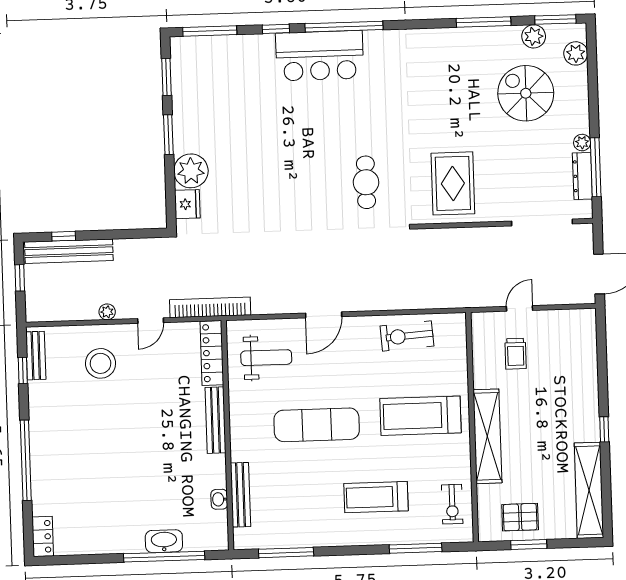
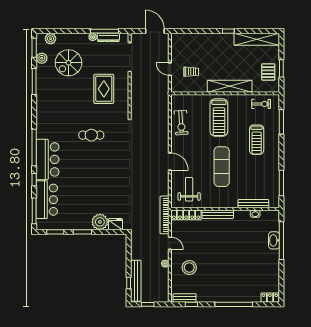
bar counter: (234, 57) -> (47, 200), added
cafe table: (366, 182) -> (91, 135), moved
rug: (453, 183) -> (104, 89), moved, turned 90

